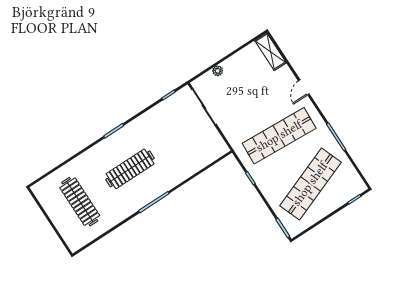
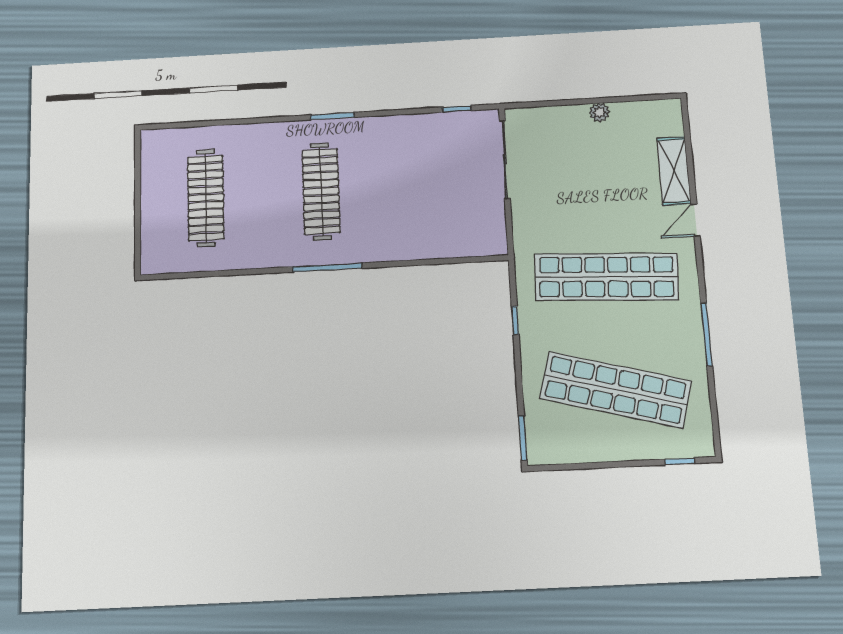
shelving: (270, 52) -> (674, 171), moved
plant: (218, 71) -> (599, 112), moved
clothes rail: (130, 169) -> (321, 191), turned 90
shop shelf: (310, 184) -> (615, 390), turned 36

